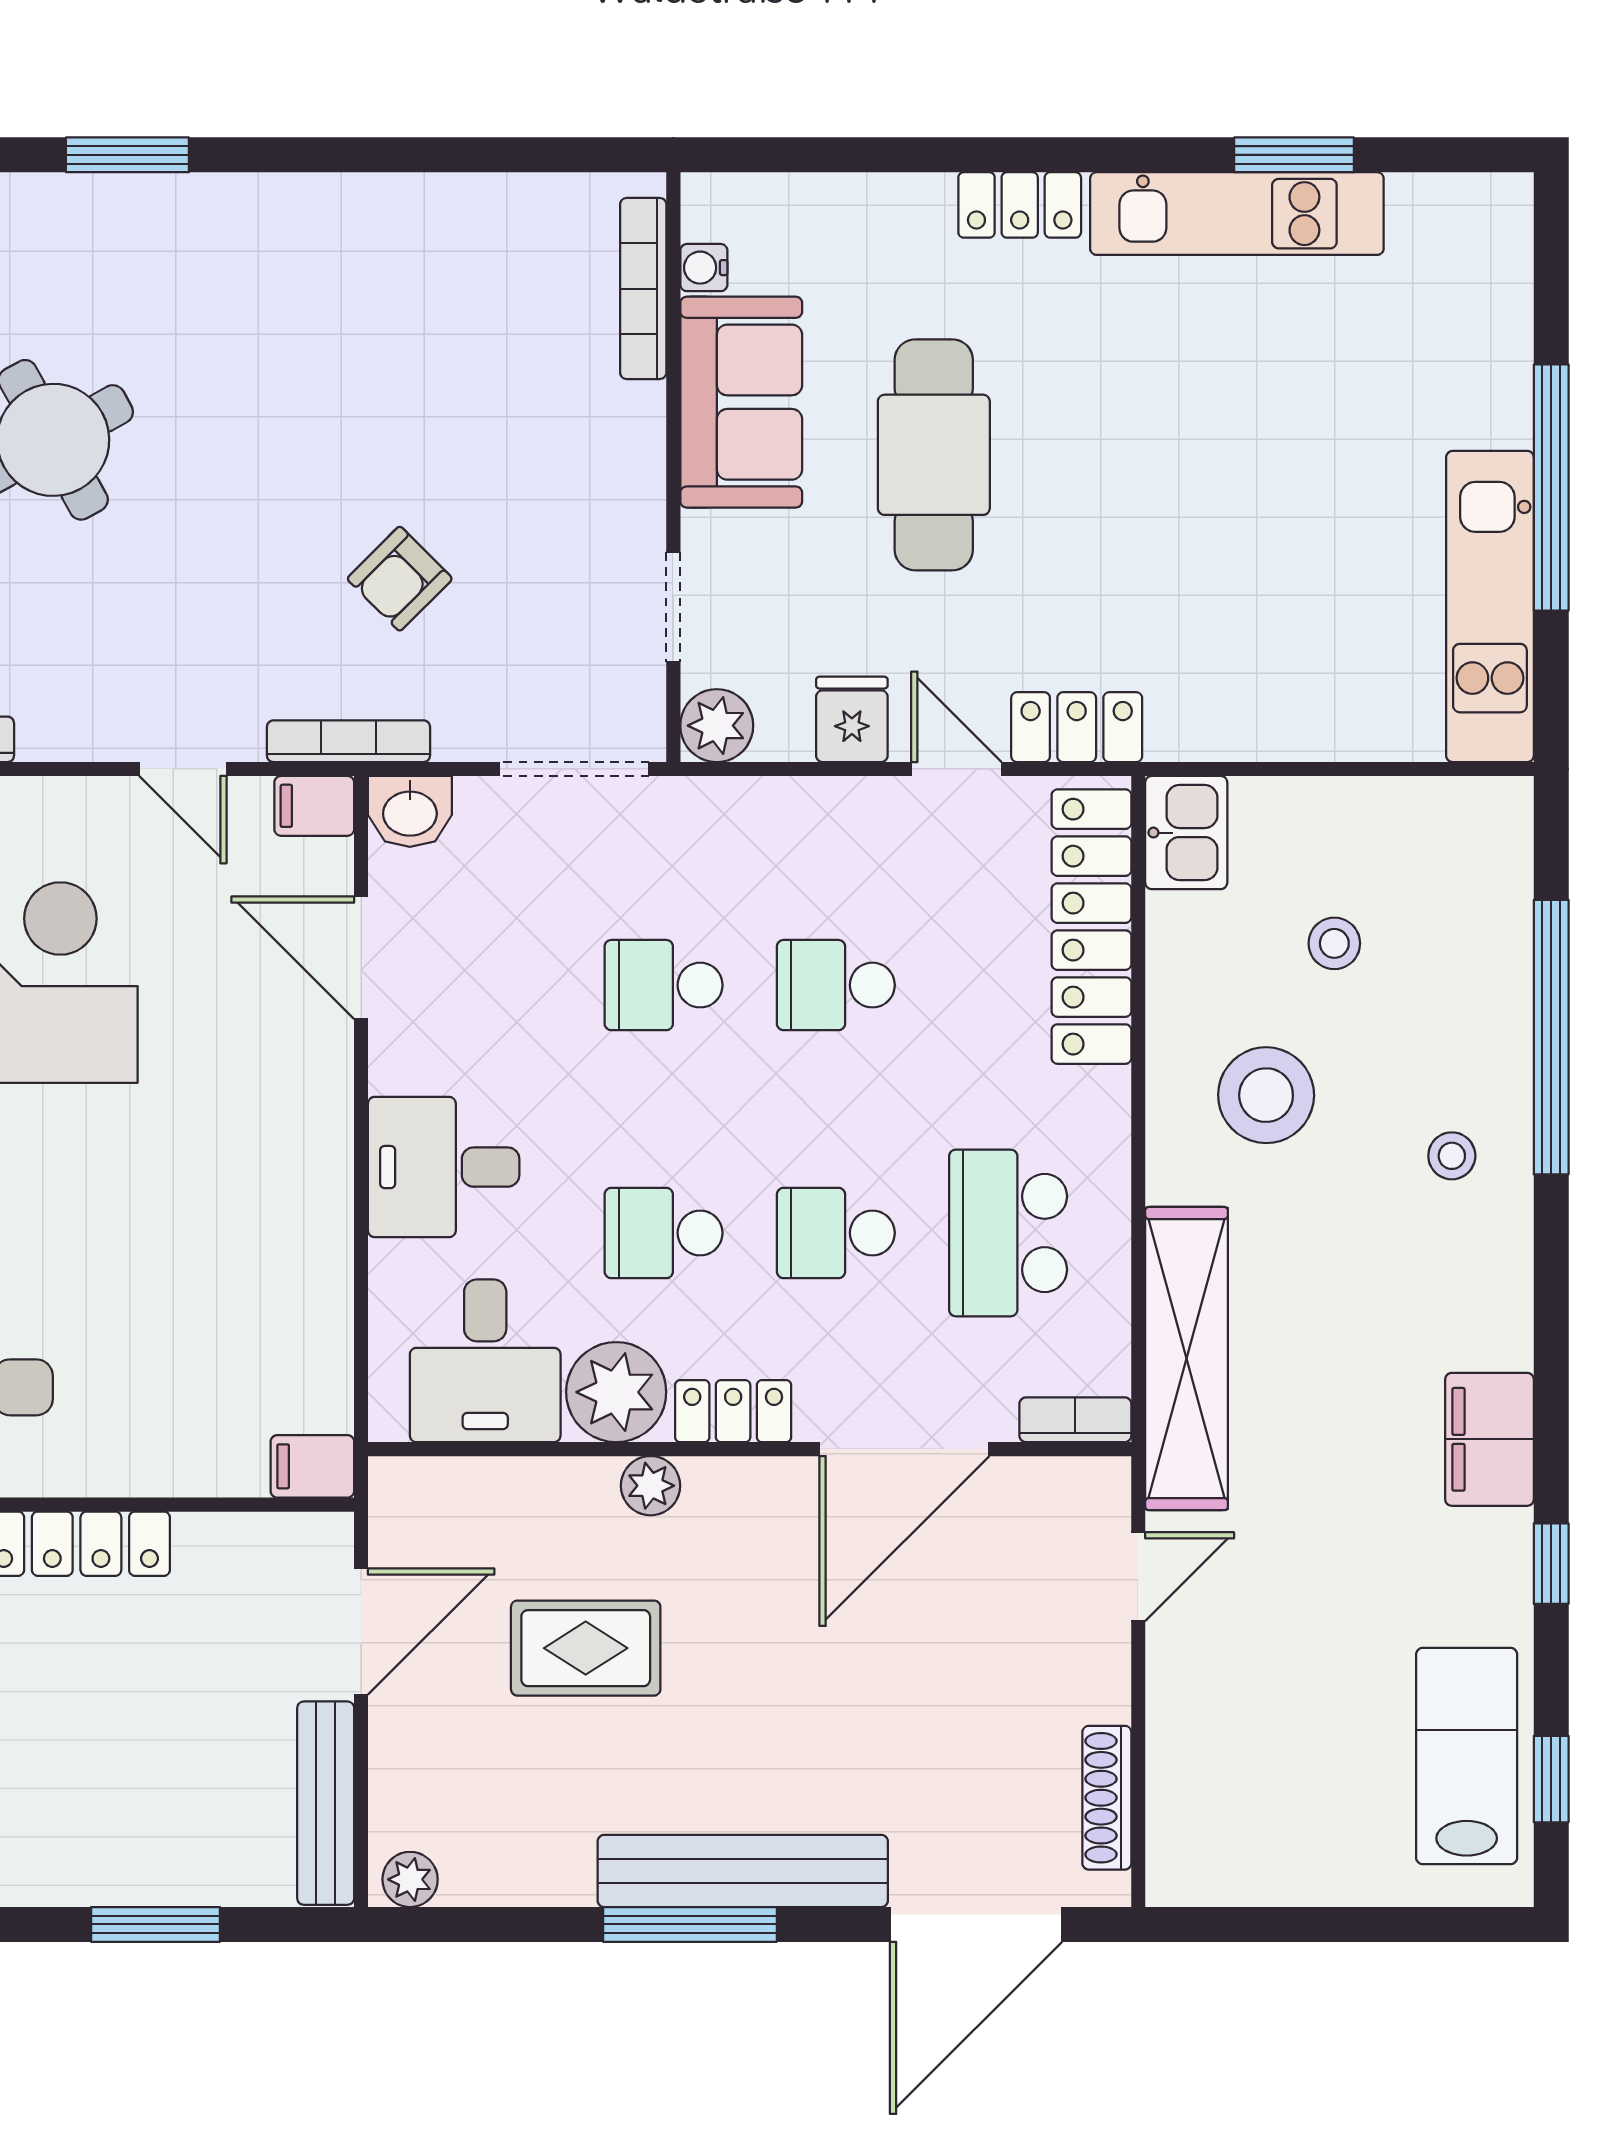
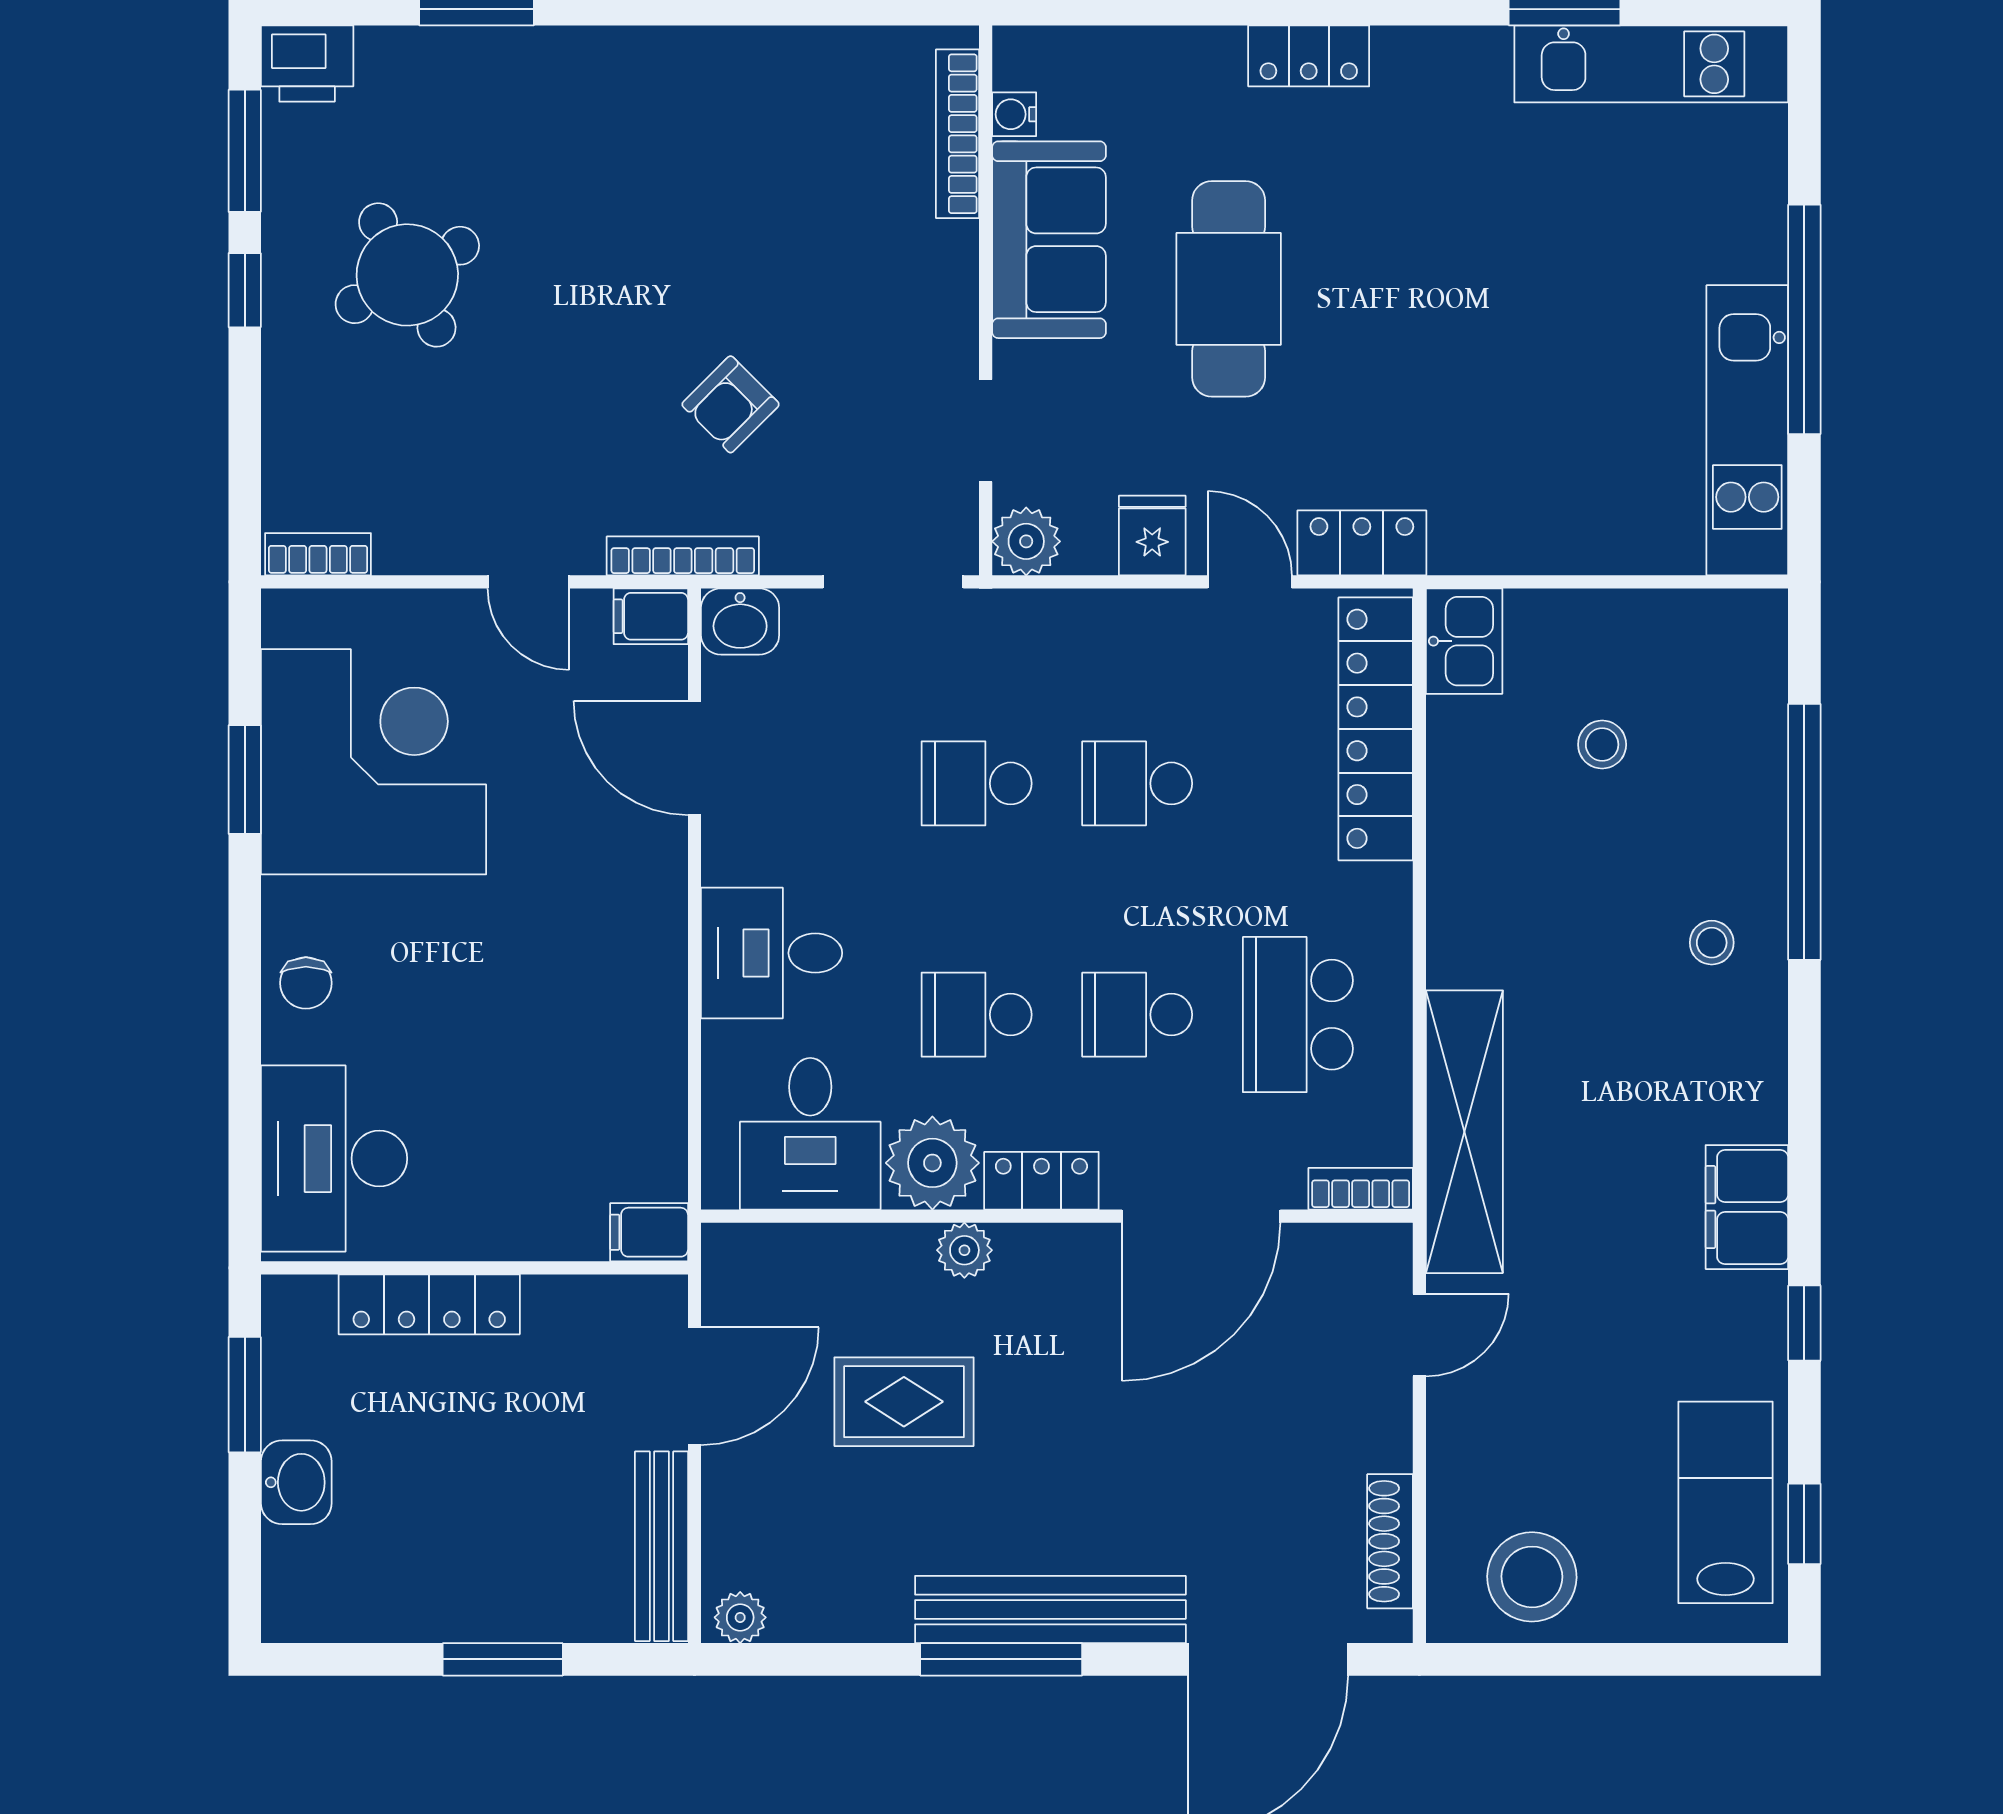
kitchen unit: (1237, 214) -> (1651, 64), moved
stool: (1266, 1095) -> (1532, 1577), moved

